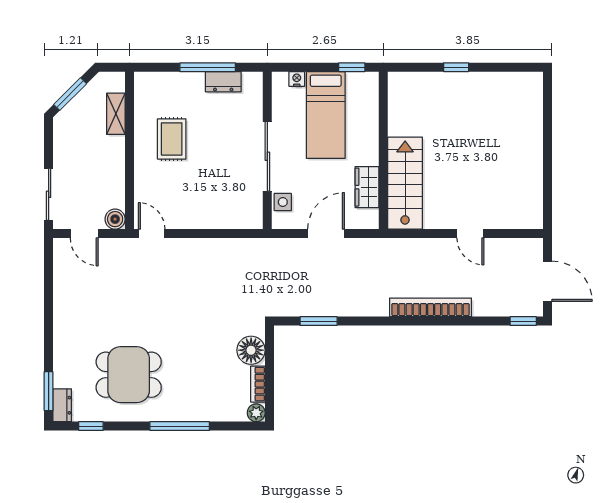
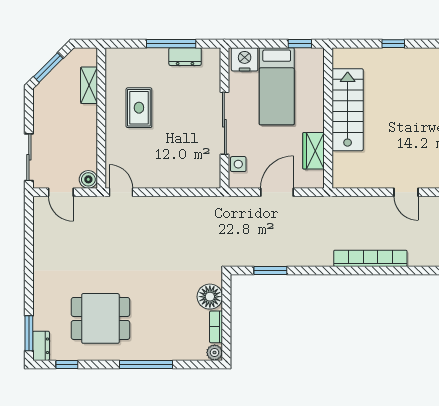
nightstand: (297, 79) -> (245, 59), width x1.89, depth x1.79
stairs: (405, 183) -> (348, 110), moved

